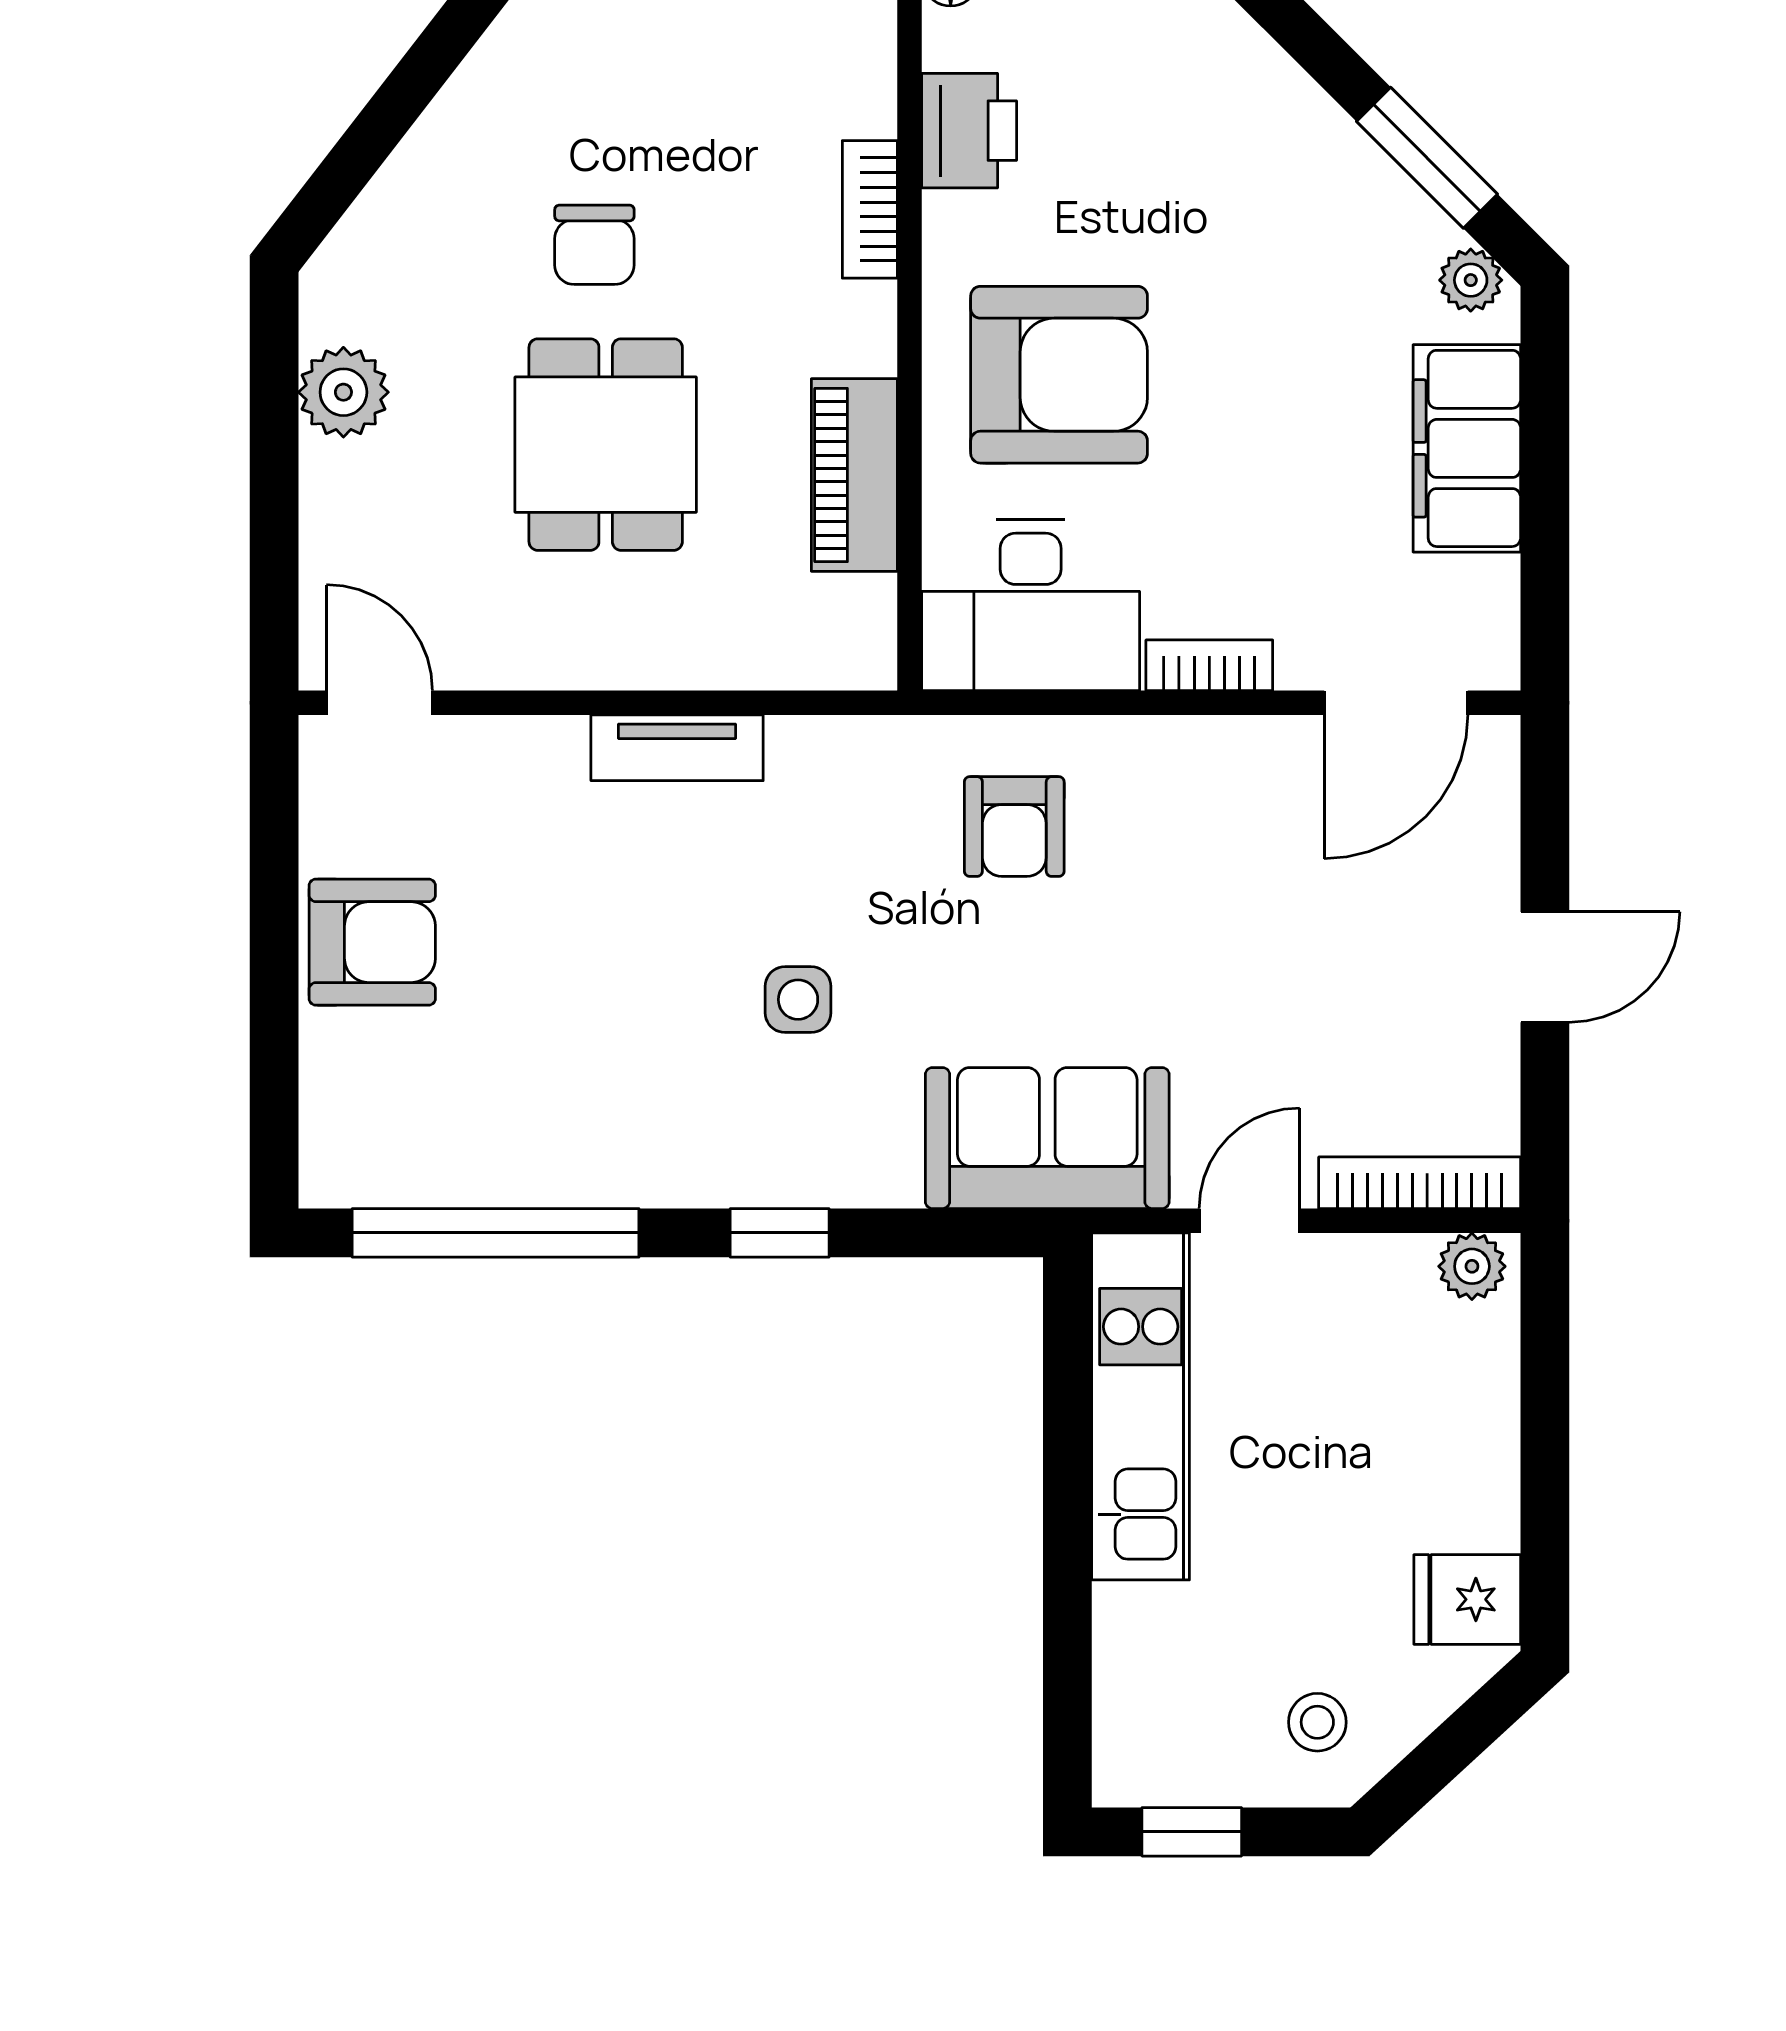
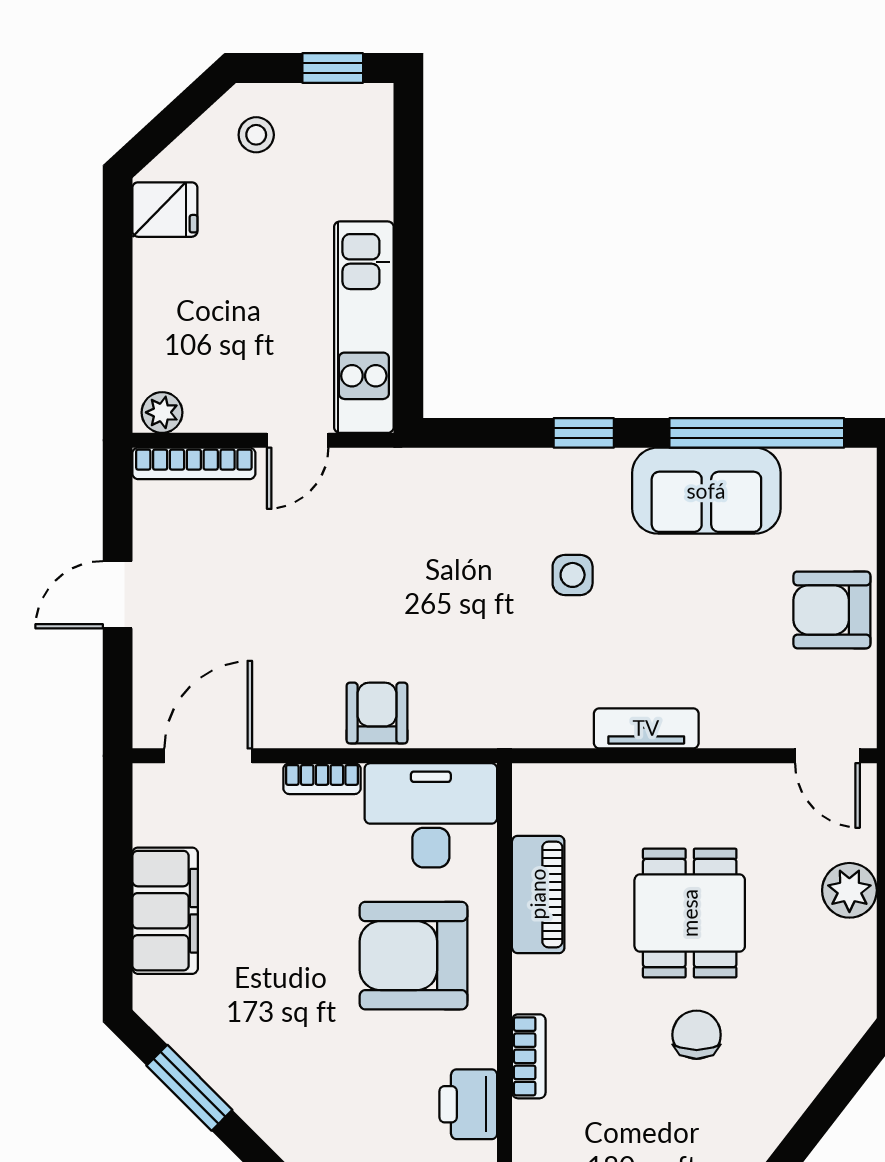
plant: (1471, 280) -> (163, 1013), removed
plant: (343, 392) -> (849, 890), moved
armchair: (1014, 827) -> (377, 713), moved
sofa: (1047, 1138) -> (706, 491), moved

